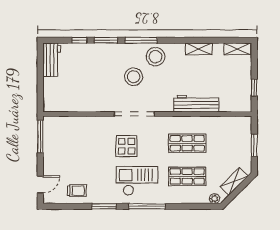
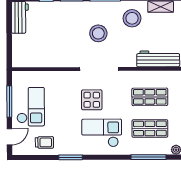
stool: (156, 57) -> (132, 18), moved
window: (40, 137) -> (9, 102), moved
checkout: (63, 153) -> (31, 107), added
window: (147, 206) -> (149, 157), moved

